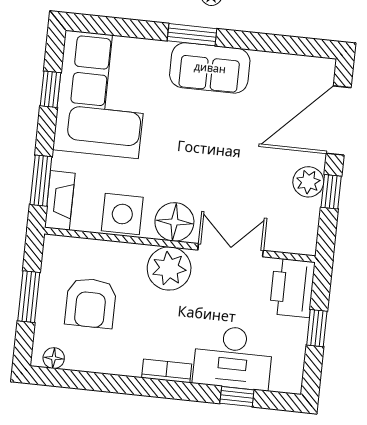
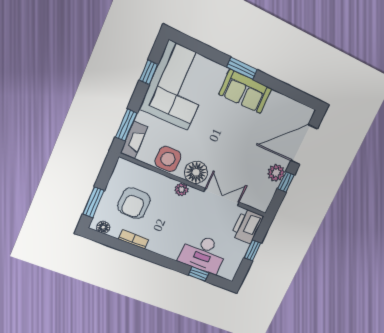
plant: (169, 268) -> (182, 189), width x0.53, depth x0.53
window: (29, 297) -> (93, 202), moved
bookcase: (167, 371) -> (133, 239), moved

